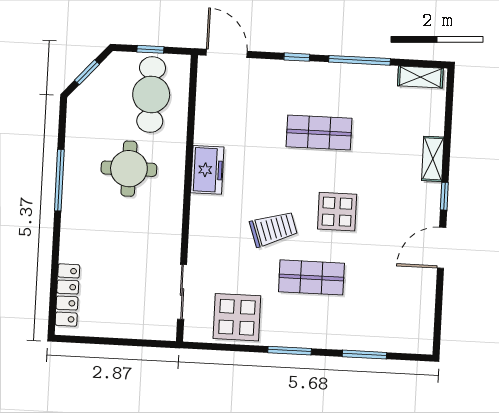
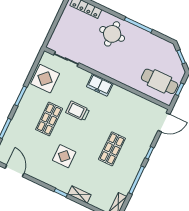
round table: (129, 169) -> (112, 34), moved
freezer: (207, 170) -> (100, 85), moved
display table: (337, 212) -> (64, 156), moved
trolley: (273, 229) -> (78, 111), turned 109
door: (442, 248) -> (15, 171), moved

